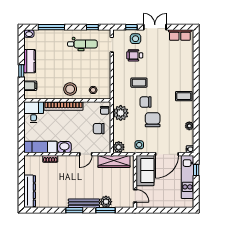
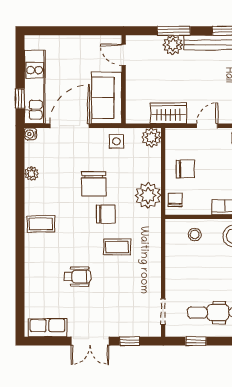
side table: (135, 39) -> (123, 322), removed
wheelchair: (135, 55) -> (77, 276), moved
wardrobe: (114, 161) -> (168, 113), width x0.67

